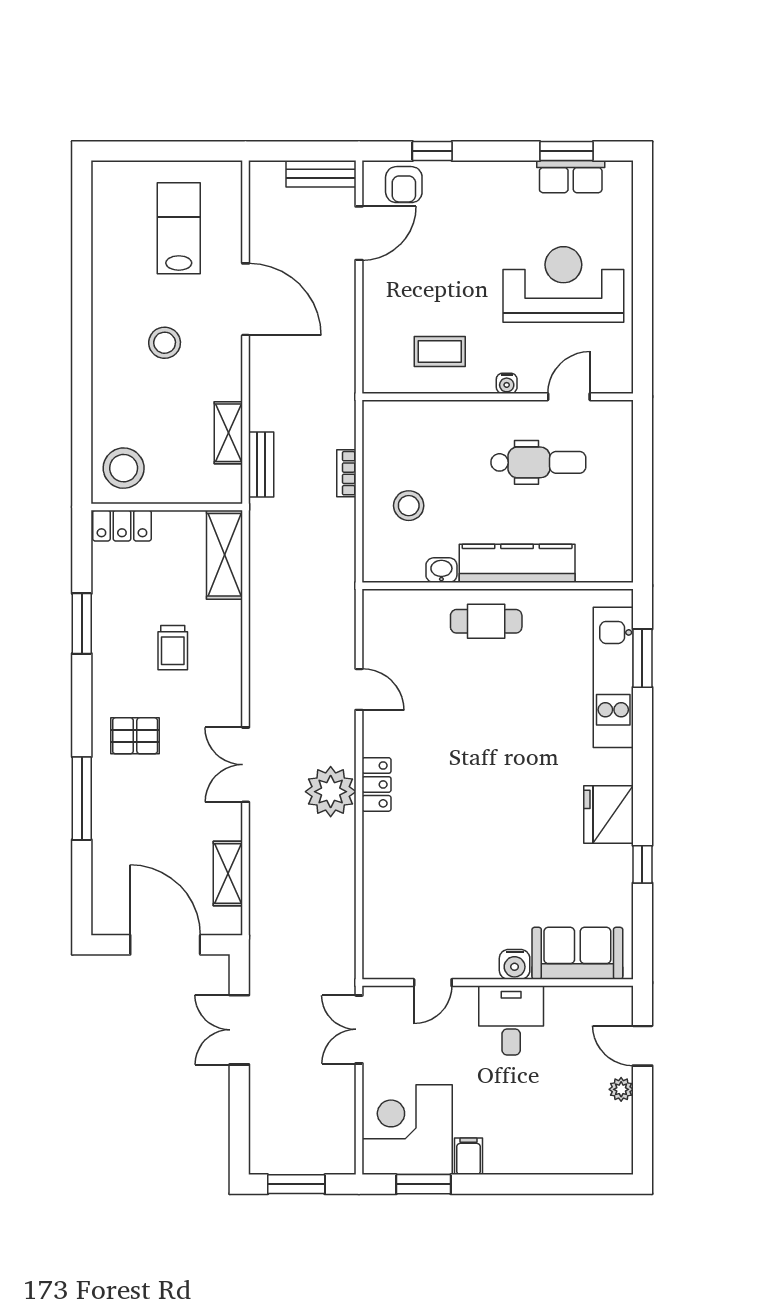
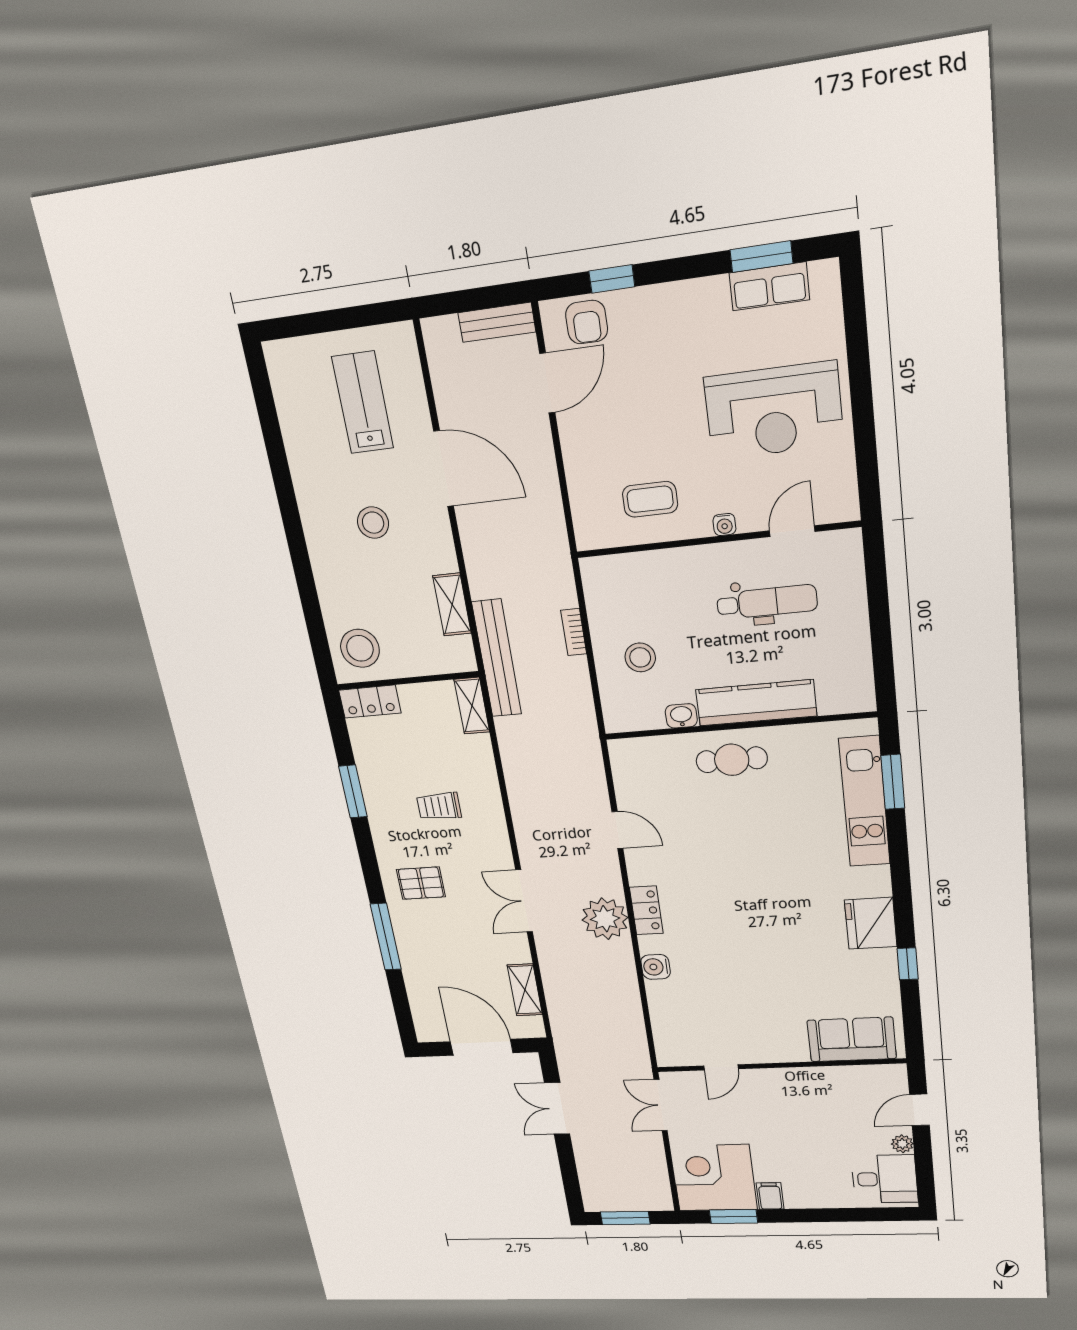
reception desk: (563, 284) -> (774, 411), turned 180
bench: (261, 464) -> (497, 658), width x1.86, depth x1.21
shelving: (225, 555) -> (472, 706), width x0.67, depth x0.75
trolley: (173, 648) -> (439, 806), turned 90
water cooler: (515, 964) -> (656, 967), moved, turned 90
desk: (511, 1020) -> (885, 1179), moved, turned 90
door: (642, 1046) -> (919, 1110), hinge flipped

